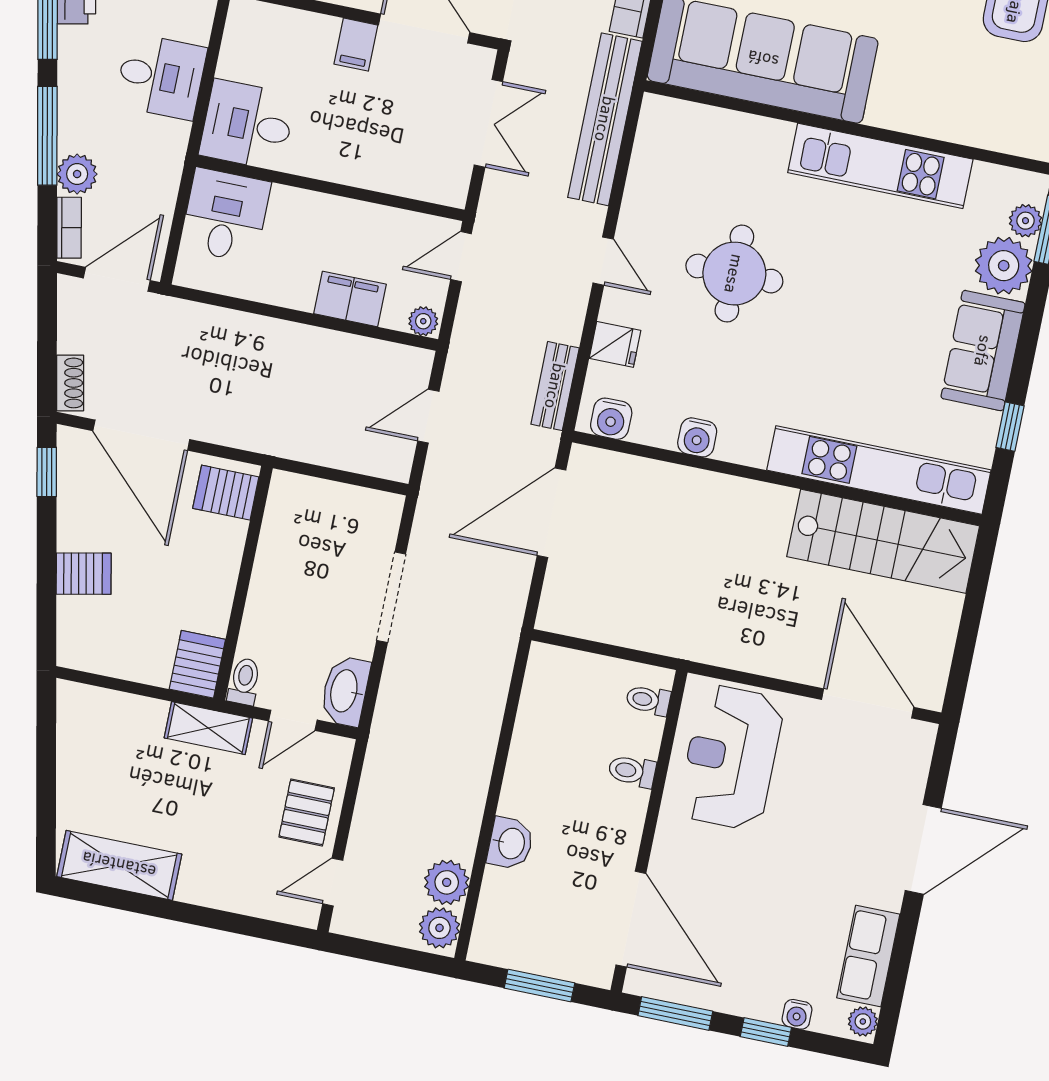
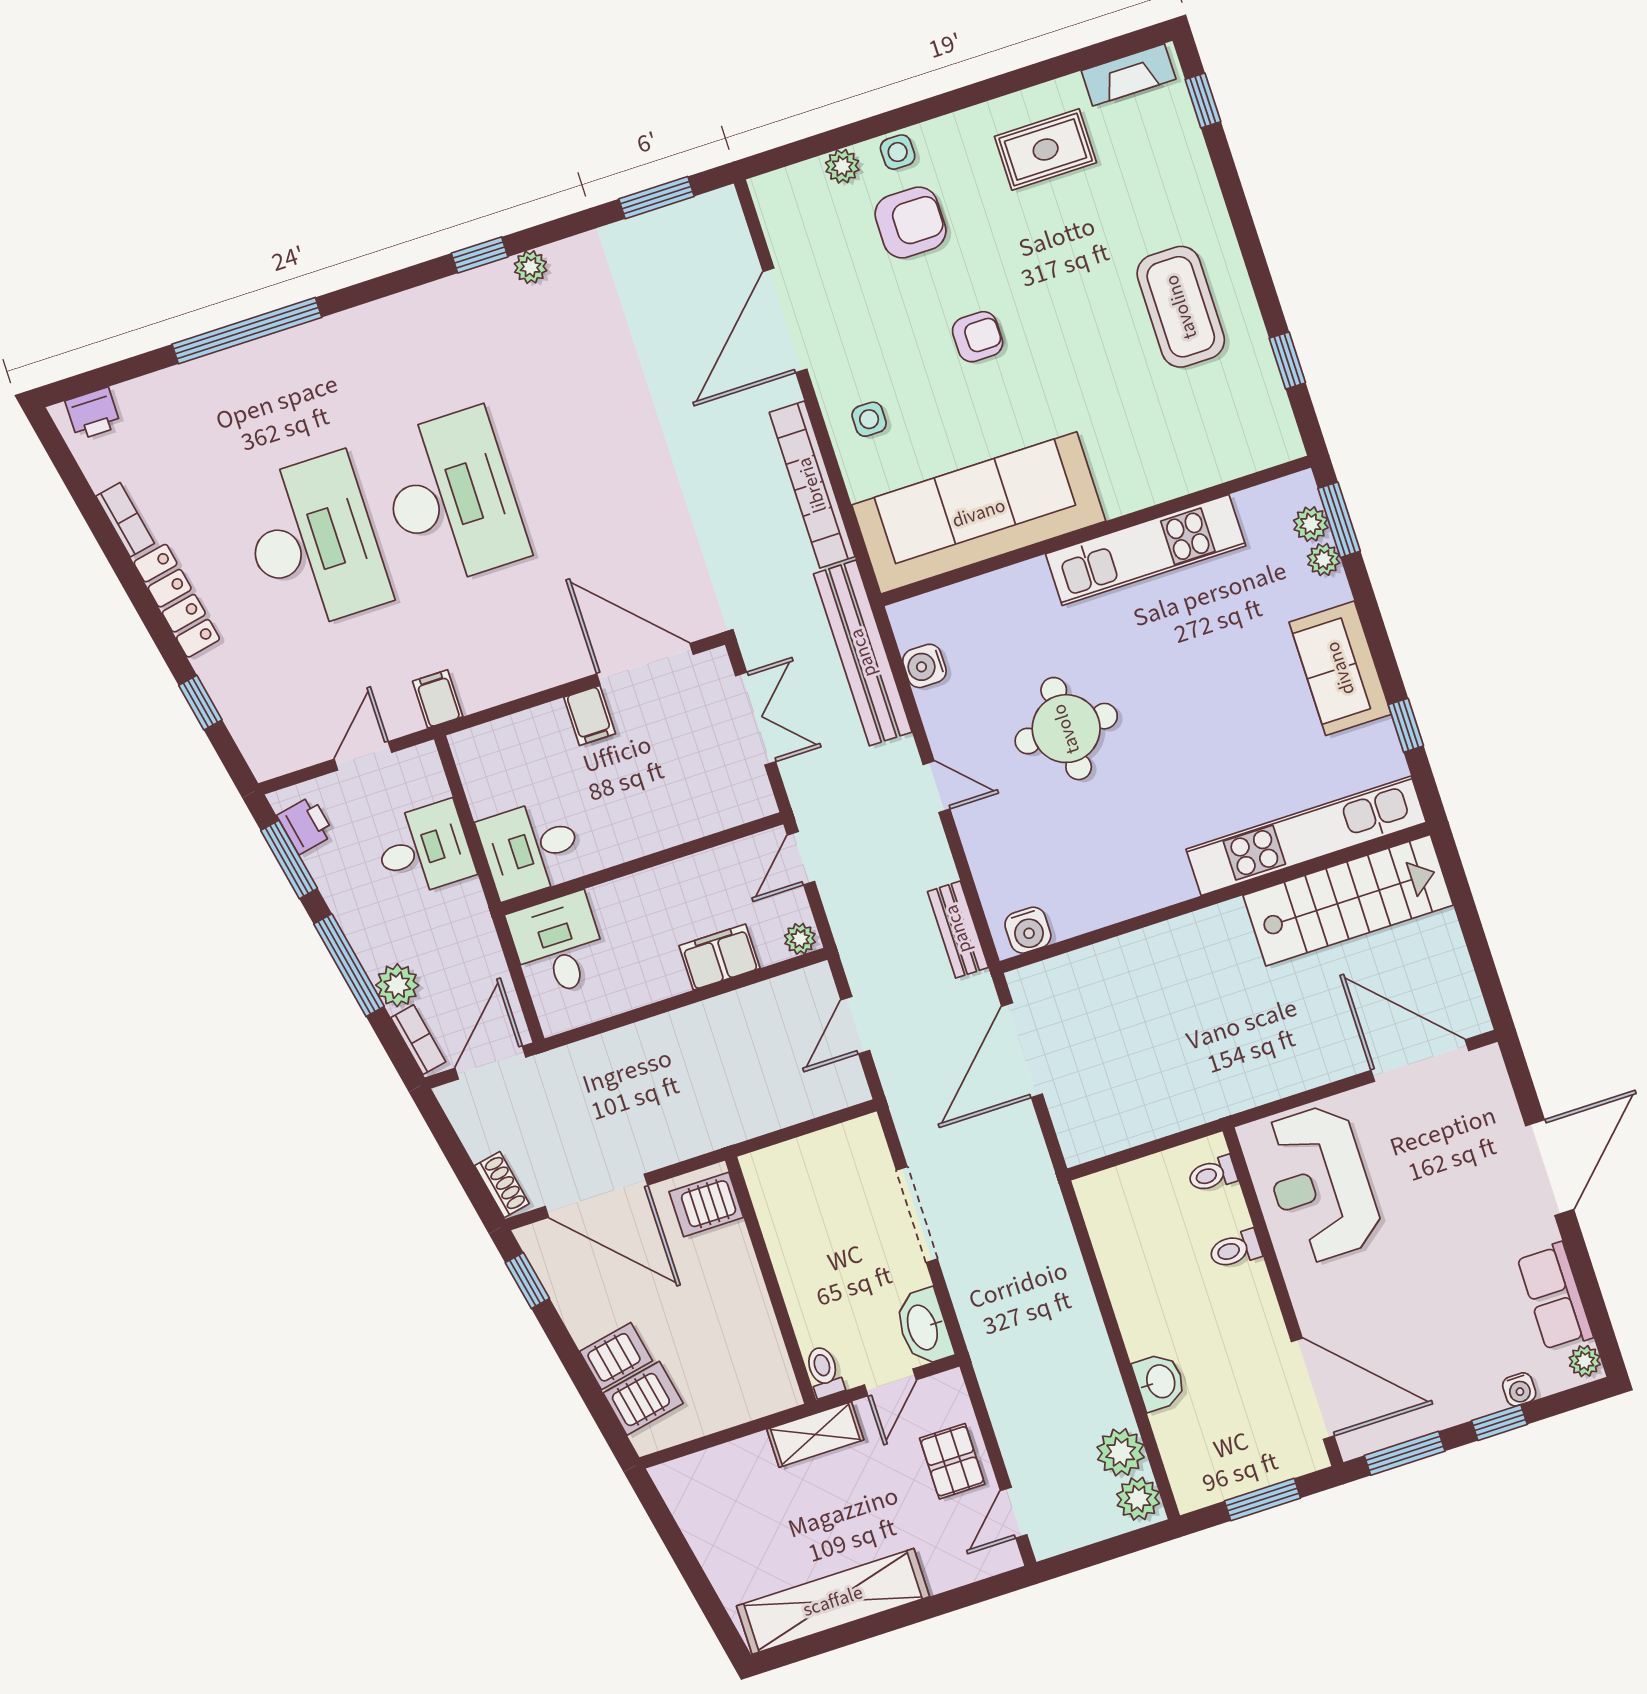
plant: (1004, 266) -> (1324, 560), width x0.53, depth x0.53
fridge: (615, 344) -> (992, 858), removed
water cooler: (697, 437) -> (924, 666), moved, turned 90
server rack: (197, 664) -> (643, 1398), moved, turned 79
shelving: (119, 865) -> (833, 1601), width x1.47

